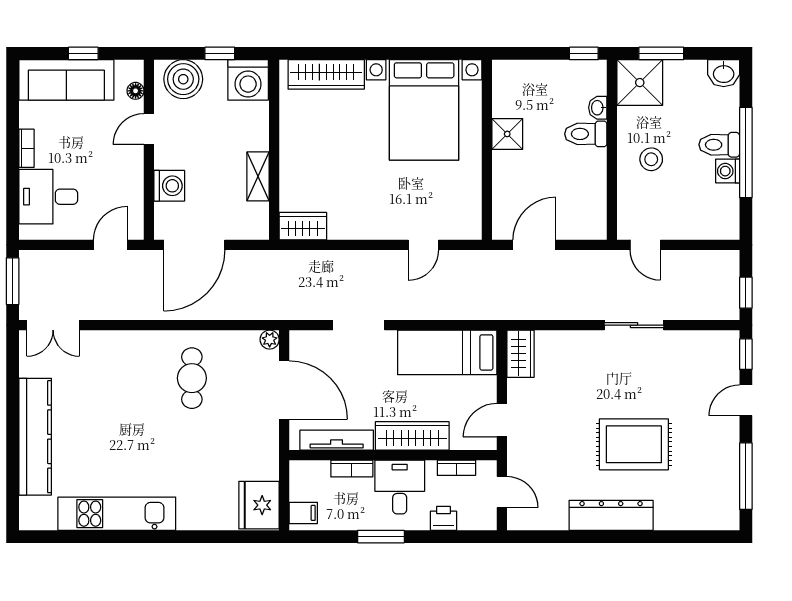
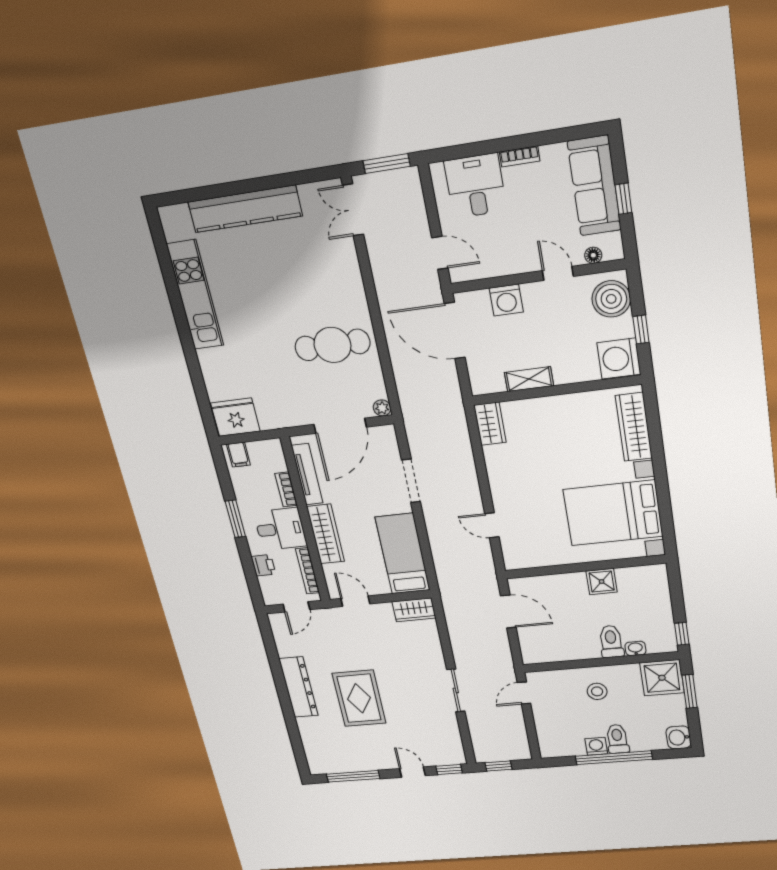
cafe table: (192, 378) -> (332, 345), width x1.37, depth x1.35
bookcase: (456, 468) -> (307, 571), width x1.56

